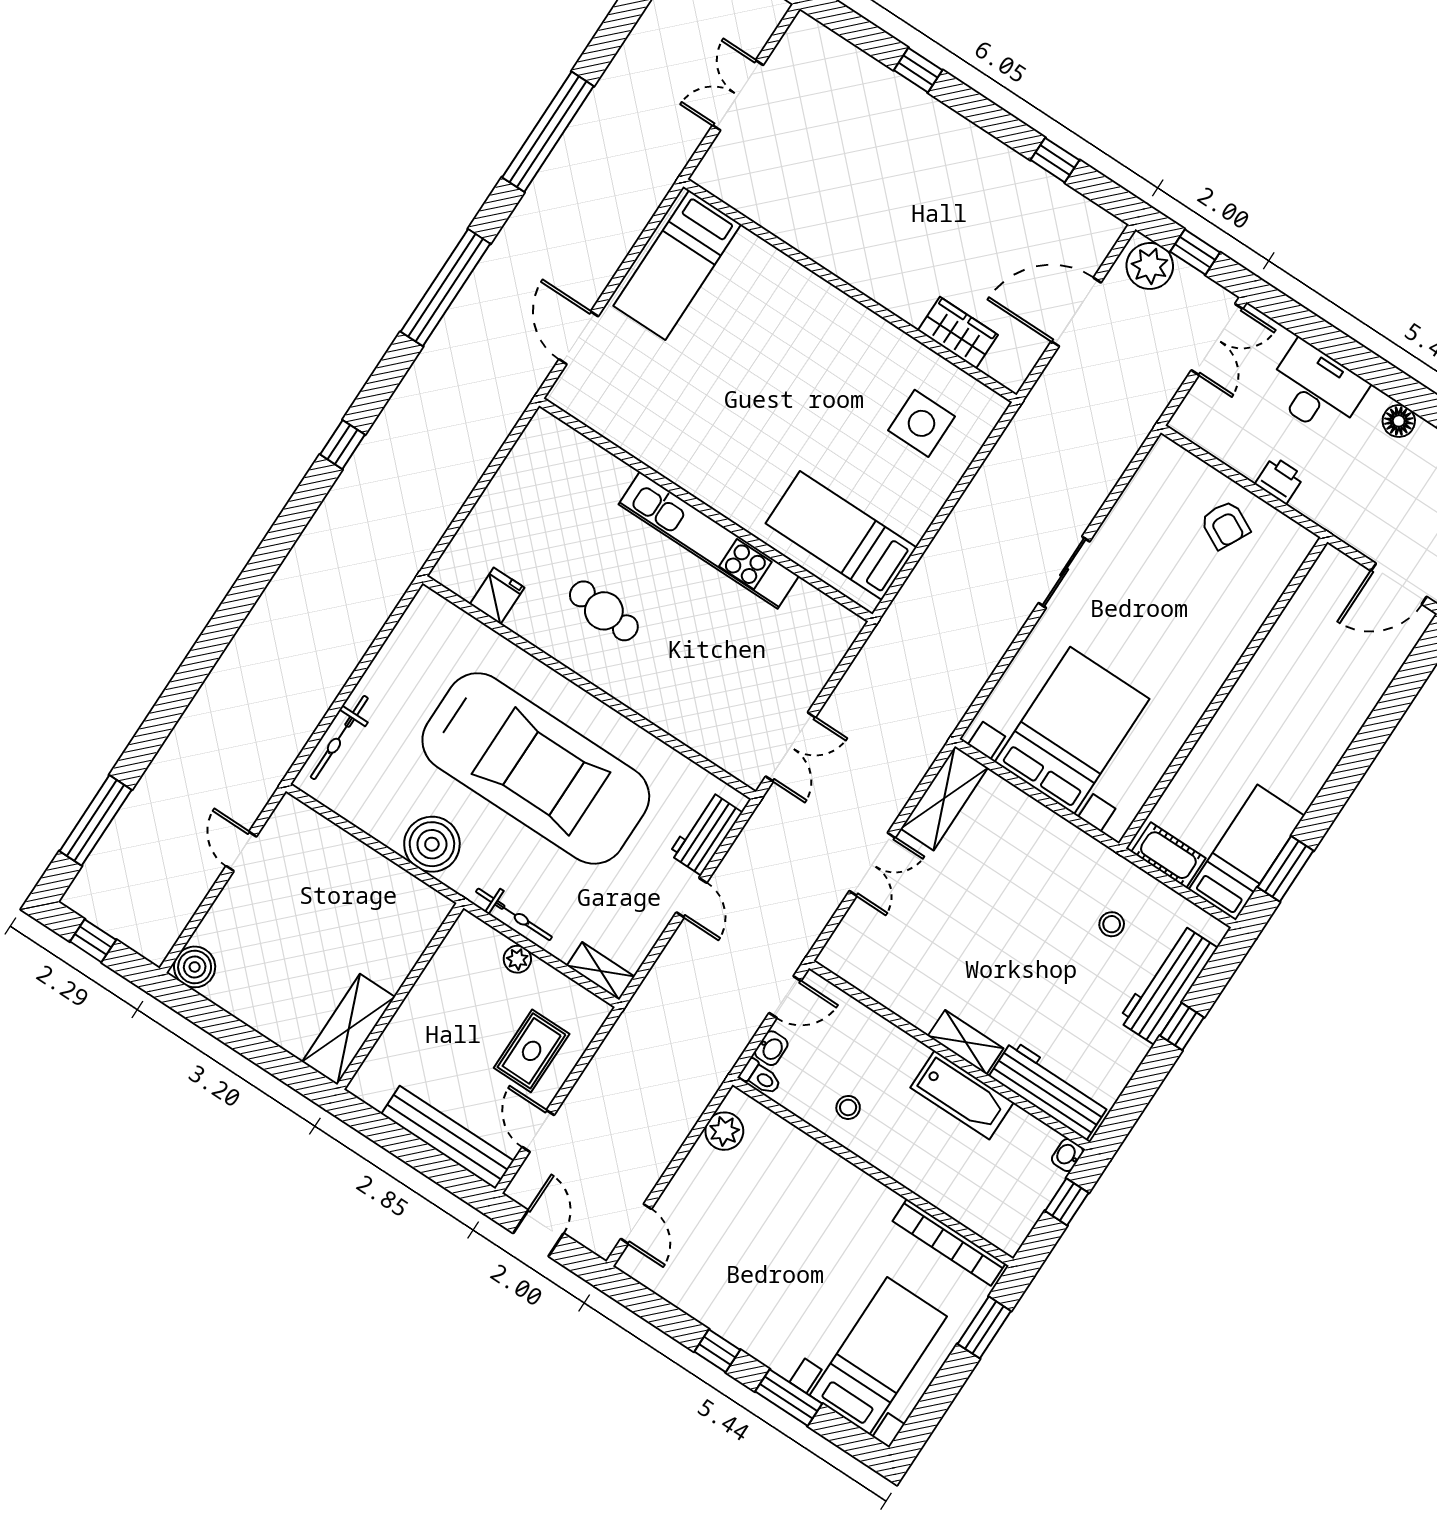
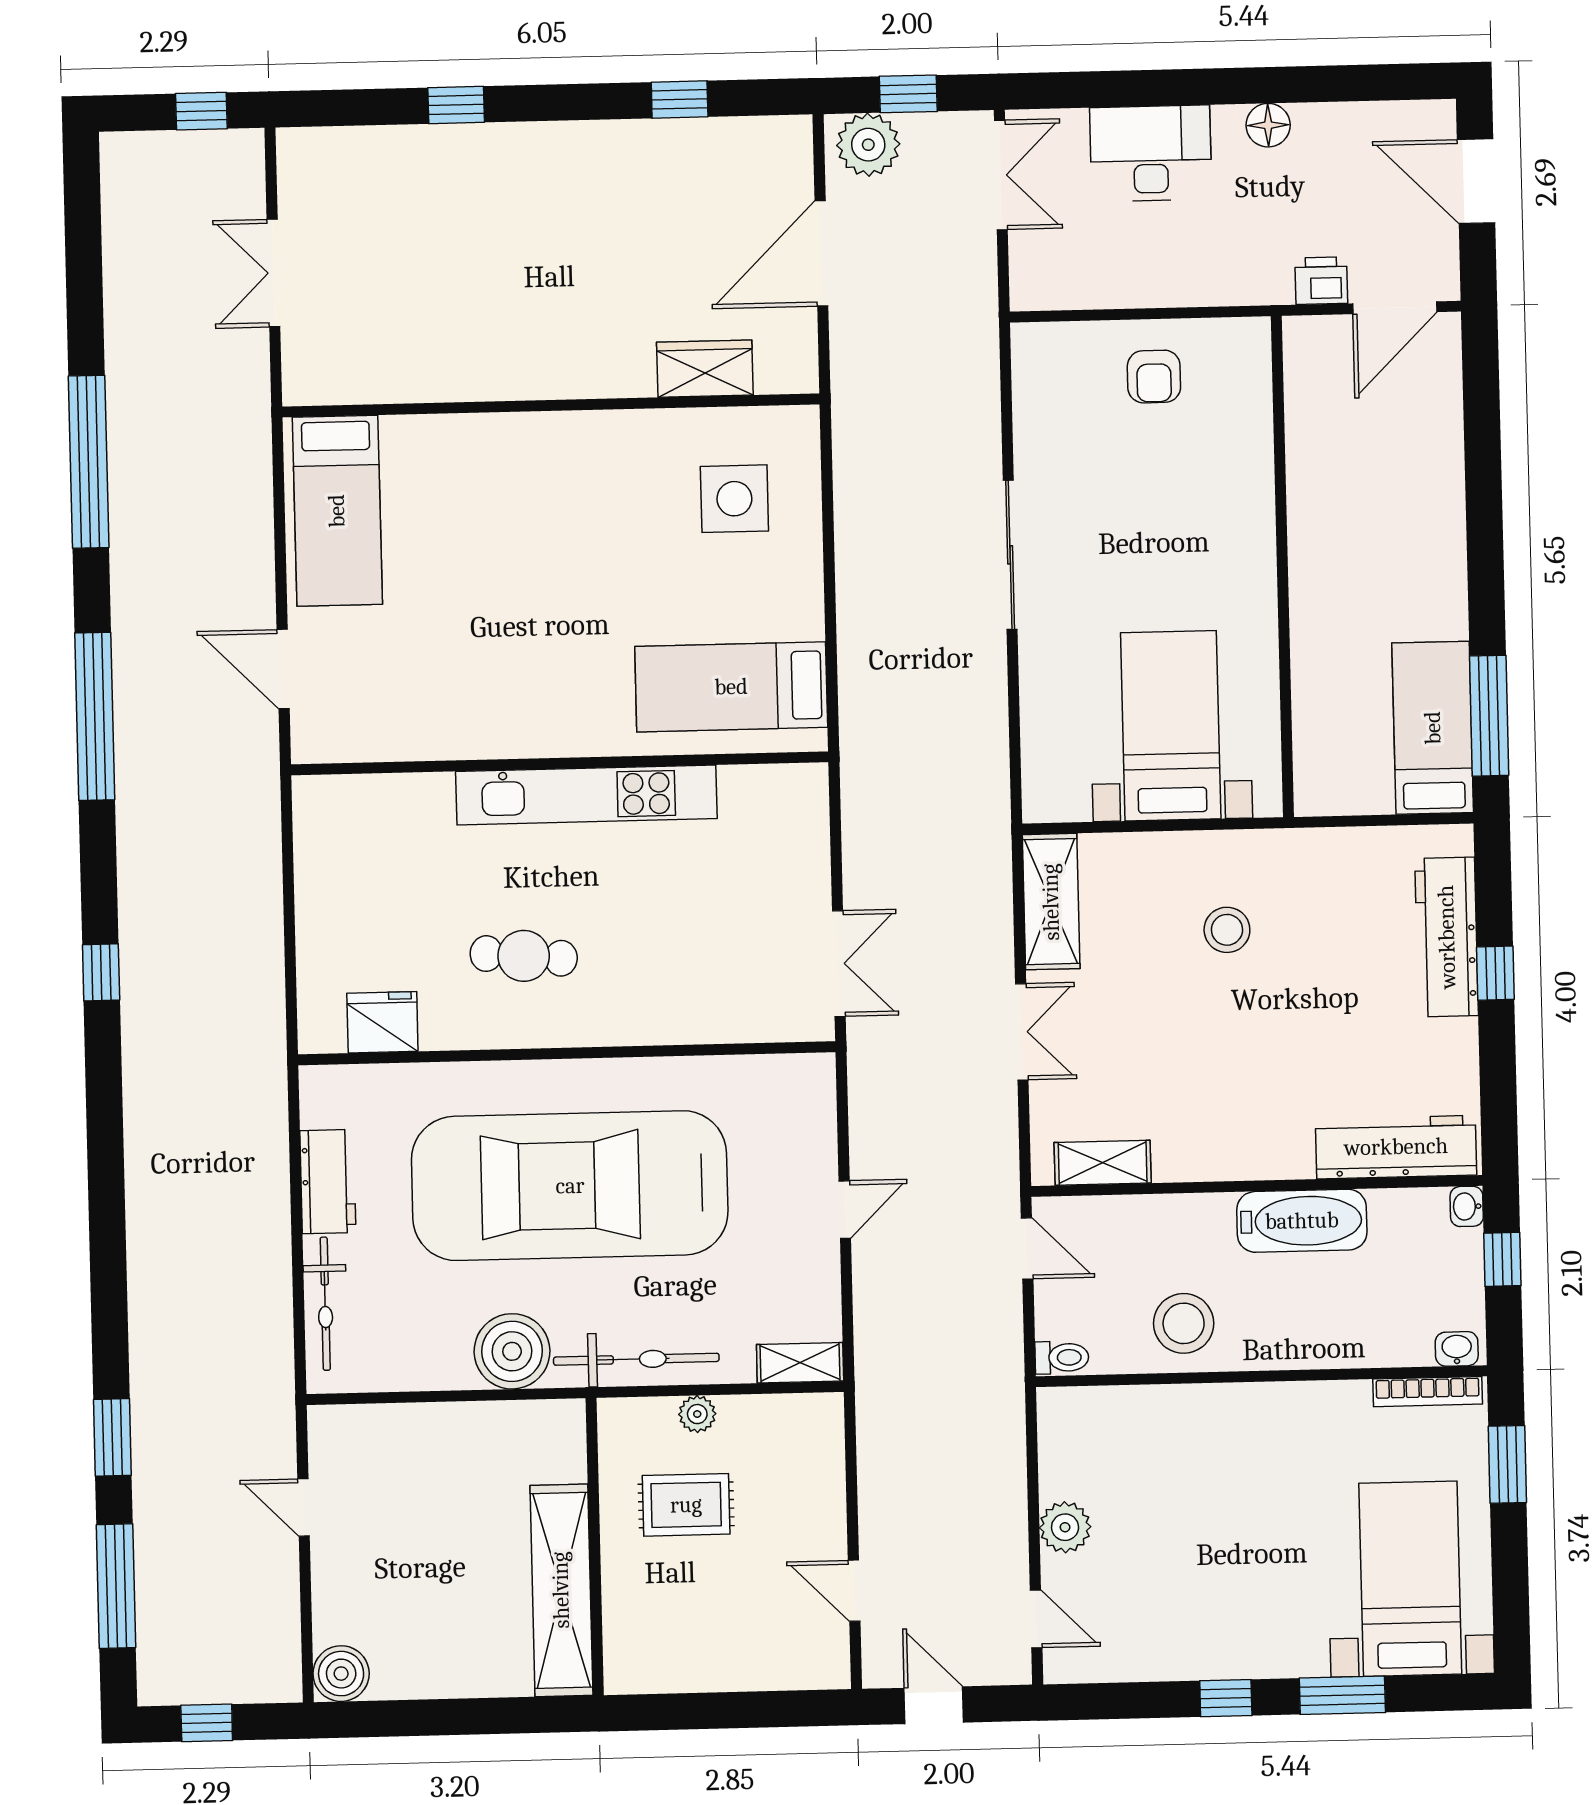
printer: (1279, 480) -> (1321, 281), moved
armchair: (1225, 525) -> (1154, 377), turned 63
sliding door: (1064, 572) -> (1010, 555), width x1.37
fridge: (497, 596) -> (382, 1022), width x1.38
window: (155, 729) -> (112, 1437), added
bed with nightstands: (1072, 731) -> (1171, 726), width x0.73
car: (536, 768) -> (570, 1186), turned 180
workbench: (706, 833) -> (328, 1182), moved, turned 180
cot: (1168, 855) -> (1347, 791), removed
window: (1286, 869) -> (1489, 716), width x1.44
door: (692, 898) -> (845, 1210), hinge flipped
bicycle: (514, 914) -> (636, 1359), width x1.37, depth x1.40
stool: (1112, 924) -> (1227, 930), moved, width x1.37, depth x1.37
door: (785, 997) -> (1027, 1248), hinge flipped
shelving: (348, 1029) -> (561, 1590), width x1.47
shelving: (966, 1042) -> (1103, 1163), moved
washbasin: (771, 1048) -> (1457, 1349), moved, turned -90
rug: (532, 1051) -> (686, 1505), moved, turned 90
stool: (848, 1107) -> (1184, 1323), width x1.89, depth x1.89
plant: (724, 1131) -> (1065, 1527), moved
bench: (448, 1137) -> (757, 1668), removed
bookcase: (949, 1242) -> (1428, 1392), width x0.68, depth x0.76

